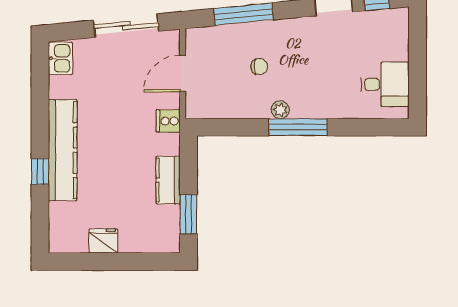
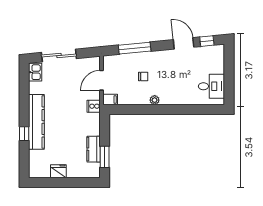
sliding door: (126, 26) -> (59, 56), moved
filing cabinet: (198, 109) -> (110, 100), added
window: (298, 127) -> (164, 109), removed
kitchen counter: (168, 180) -> (94, 149), moved

